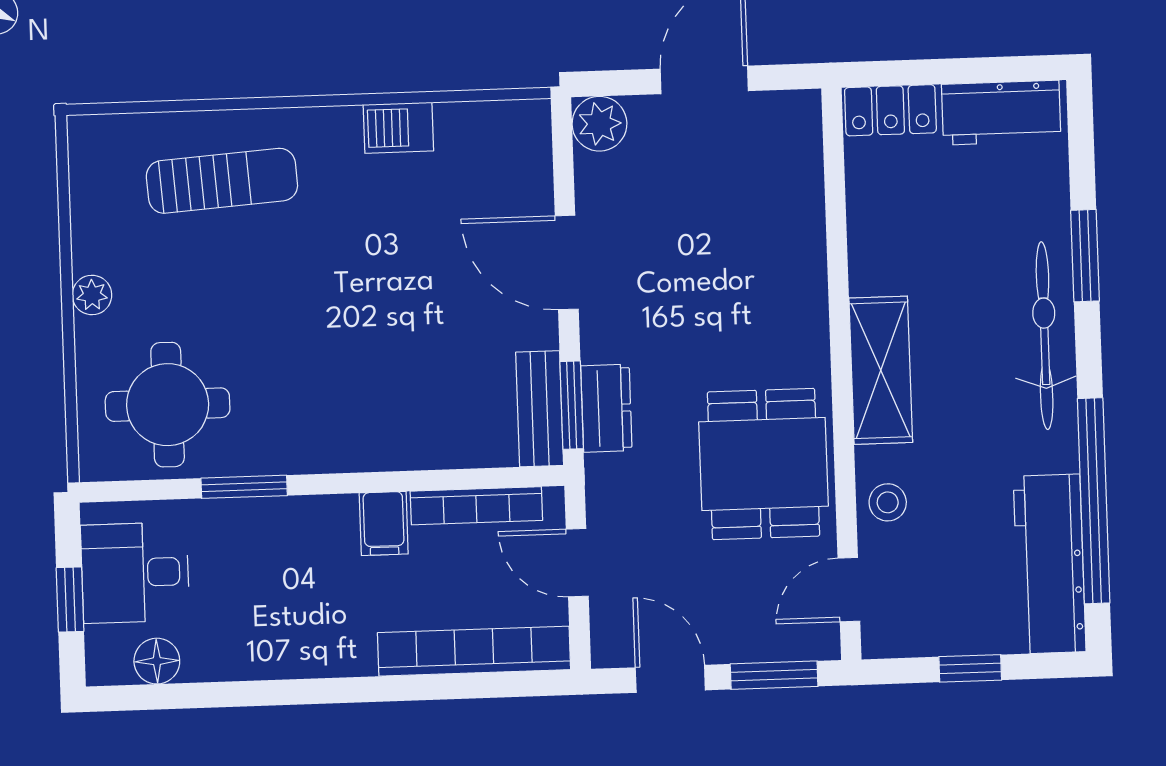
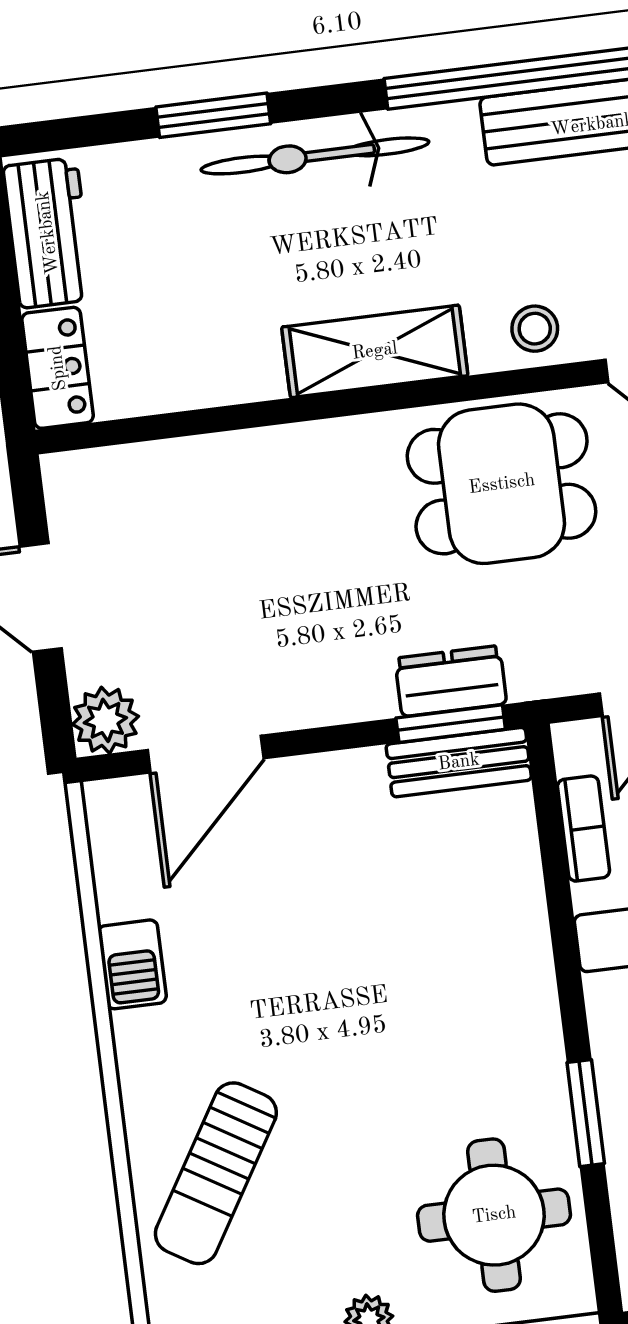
sun lounger: (222, 181) -> (216, 1173), turned -145
door: (567, 262) -> (206, 754), moved
bookcase: (476, 506) -> (583, 829), width x0.64

